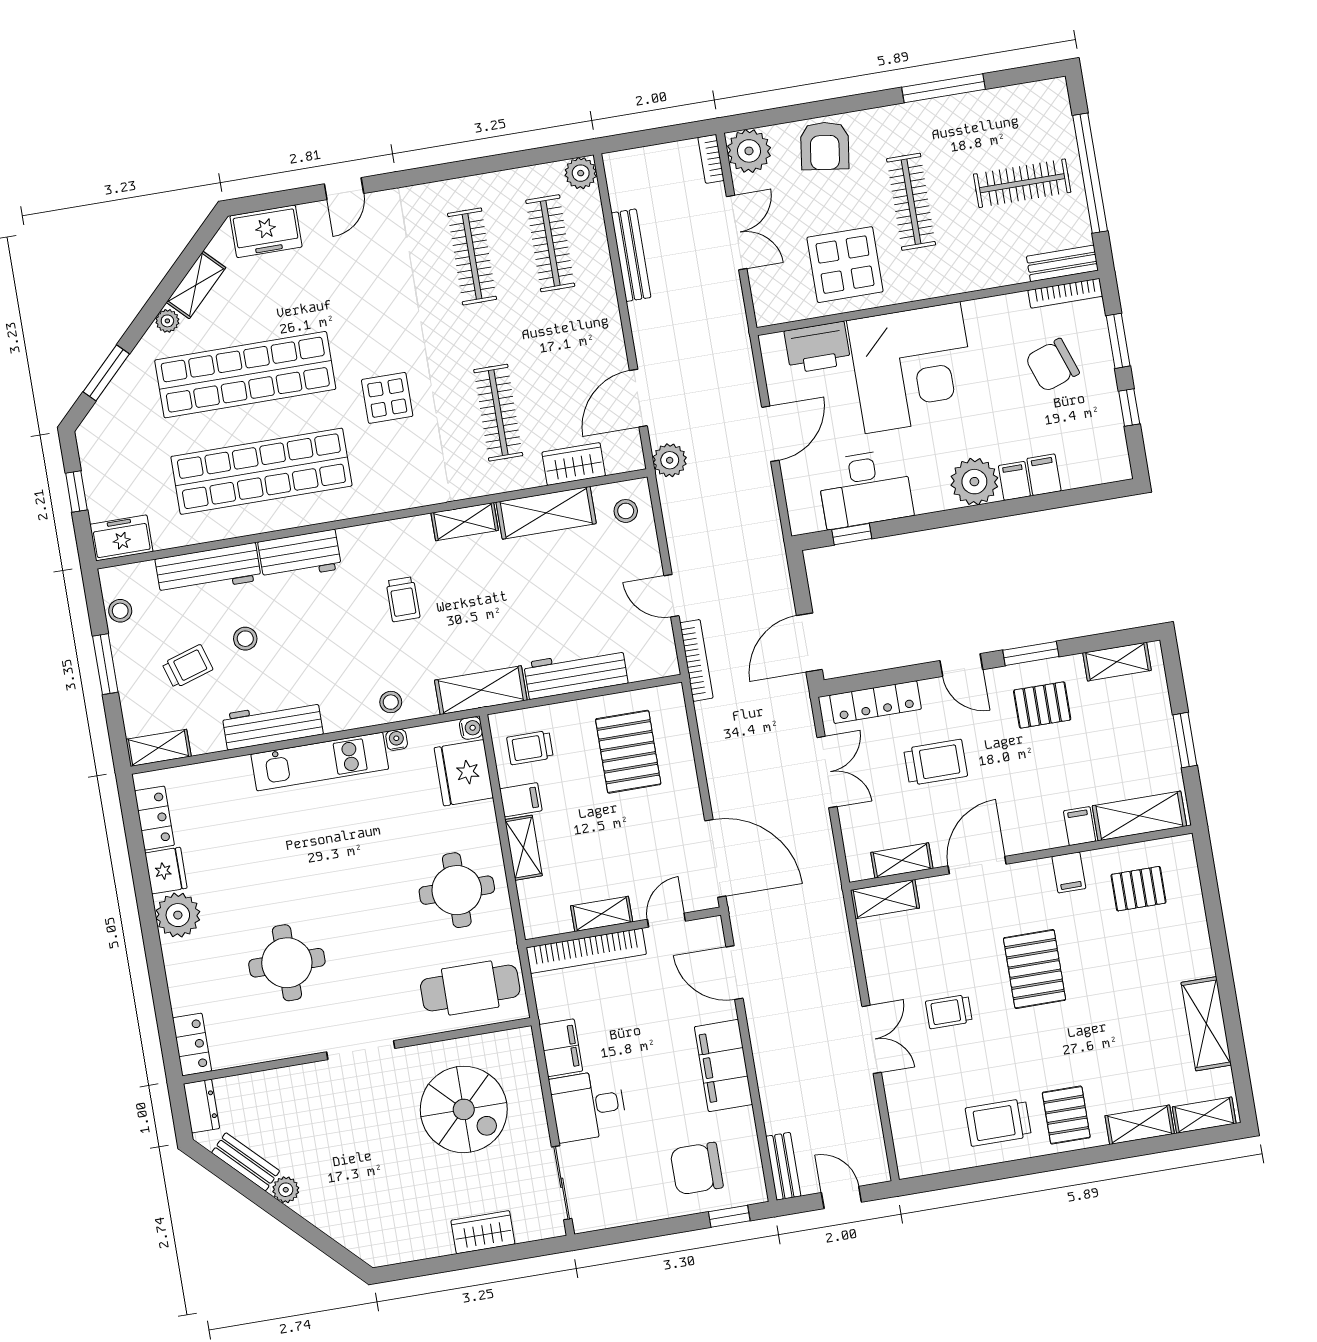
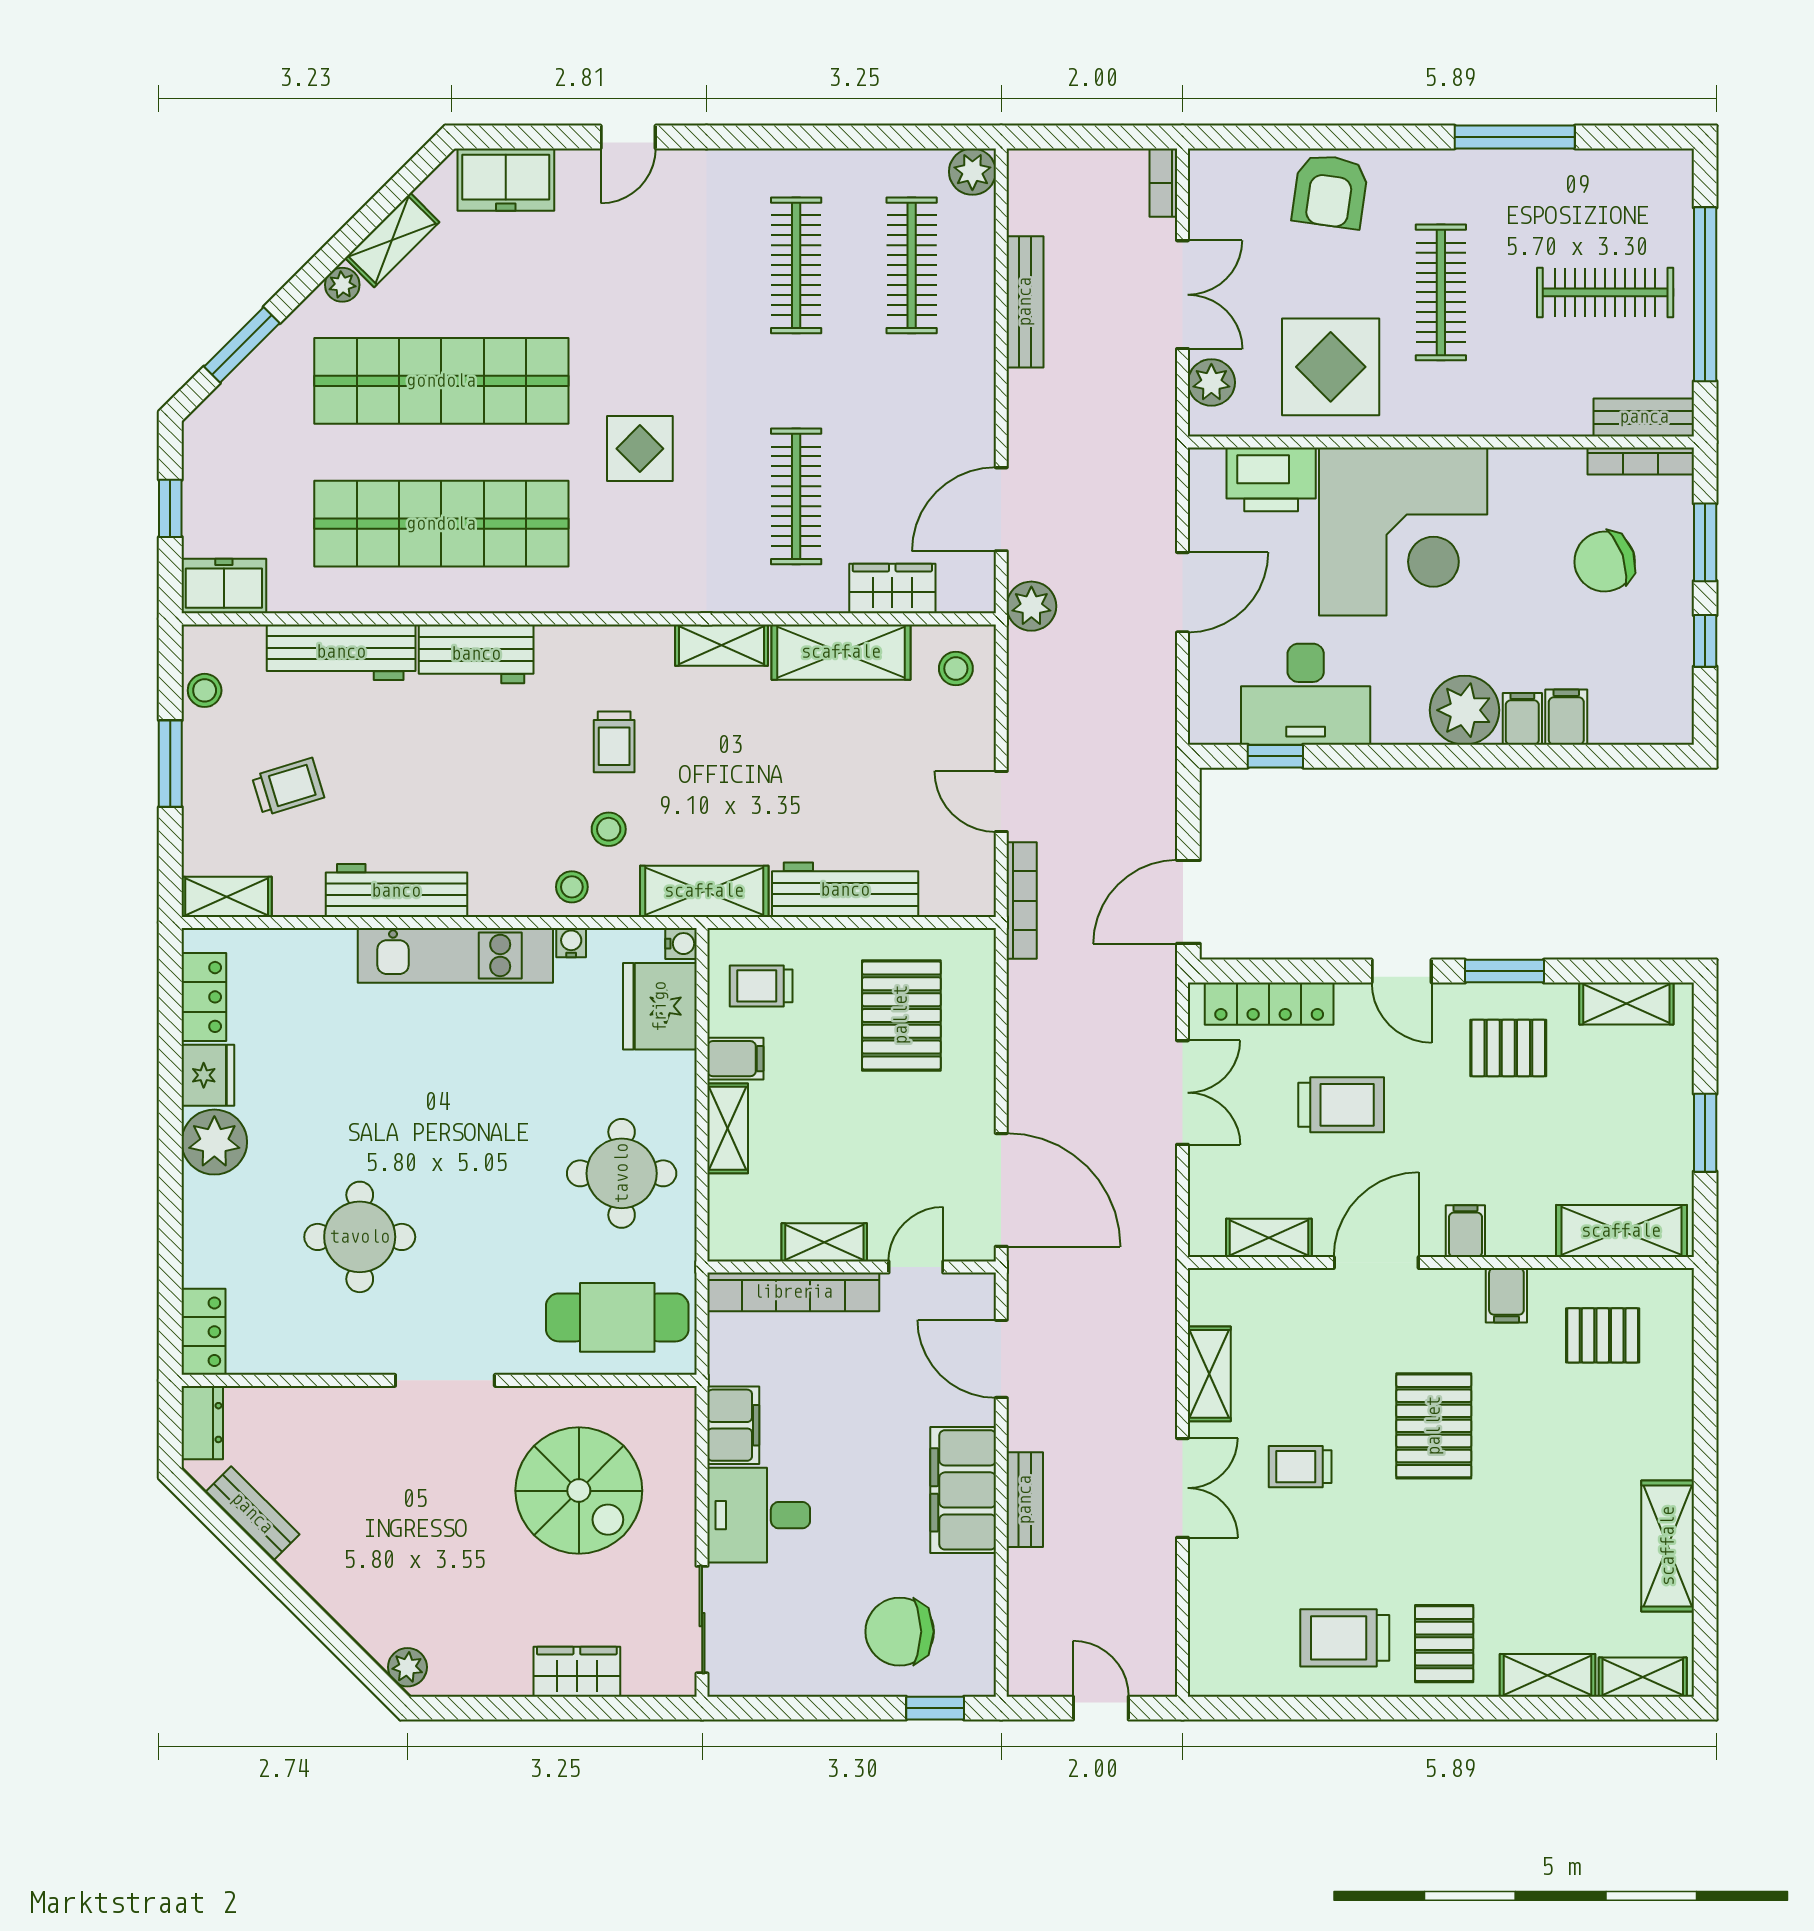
plant: (749, 151) -> (1211, 382), moved, width x0.73, depth x0.73
stool: (245, 639) -> (609, 829), moved
filing cabinet: (1080, 826) -> (1465, 1231), moved
shelving: (885, 899) -> (1209, 1374), moved, turned 90
bench: (783, 1166) -> (1025, 1500), moved
plant: (286, 1190) -> (407, 1667), moved

